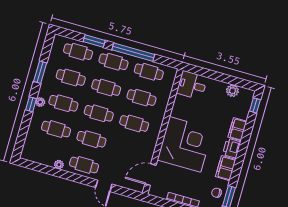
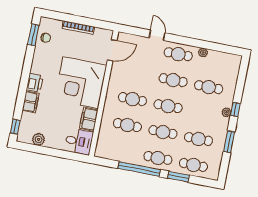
cafe table: (149, 72) -> (122, 151), removed
cafe table: (63, 103) -> (204, 113), removed
filing cabinet: (226, 168) -> (89, 119), moved, turned 180

